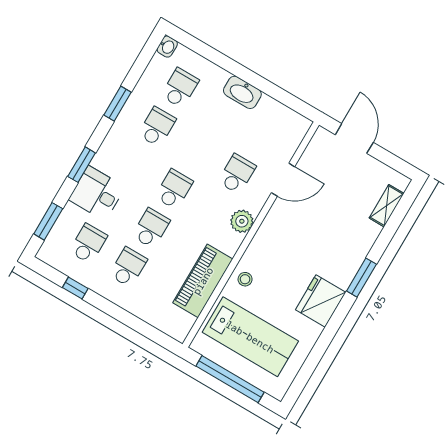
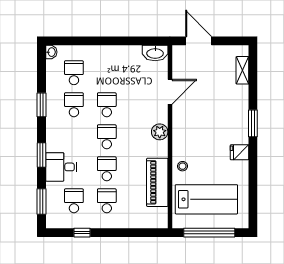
washbasin: (242, 92) -> (155, 53), moved
school desk: (237, 174) -> (107, 105), moved
fridge: (321, 301) -> (240, 152), width x0.53, depth x0.75

